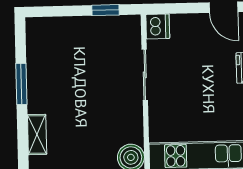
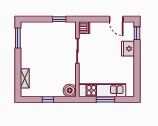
window: (21, 84) -> (18, 38), moved

